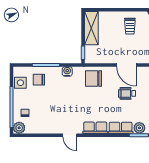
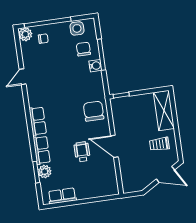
shelving: (91, 28) -> (164, 110), moved, turned 90
door: (126, 65) -> (114, 146), hinge flipped
water cooler: (67, 71) -> (95, 66), moved
door: (70, 135) -> (23, 77), moved

